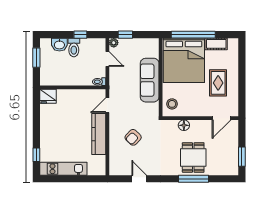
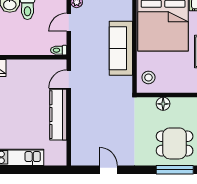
door: (107, 59) -> (69, 22), swing flipped
armchair: (133, 137) -> (101, 119), removed
dining table: (193, 157) -> (175, 143), turned 90

